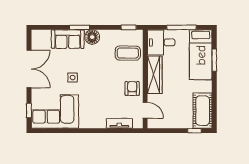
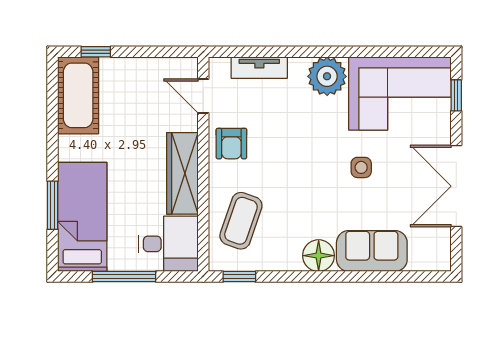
window: (79, 27) -> (346, 277), removed
coffee table: (128, 53) -> (241, 221), turned -71
plant: (88, 119) -> (327, 76), added

